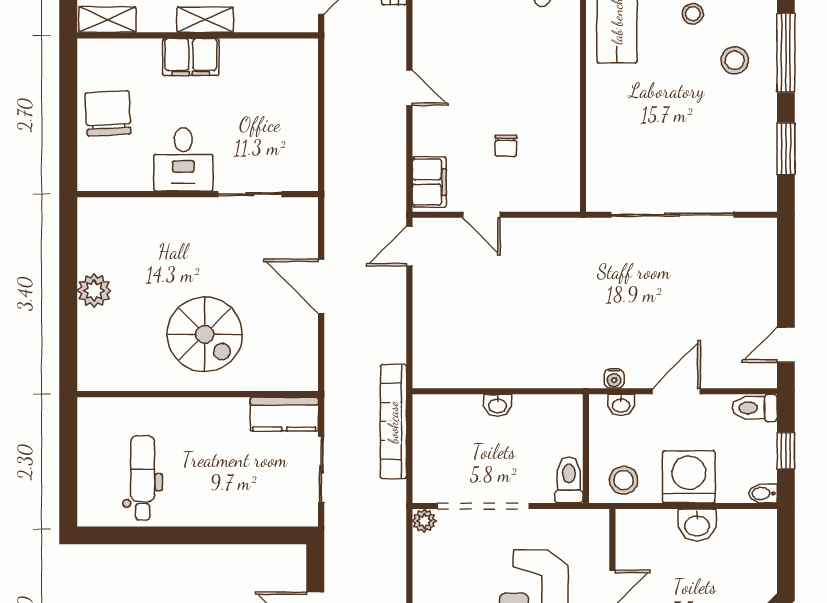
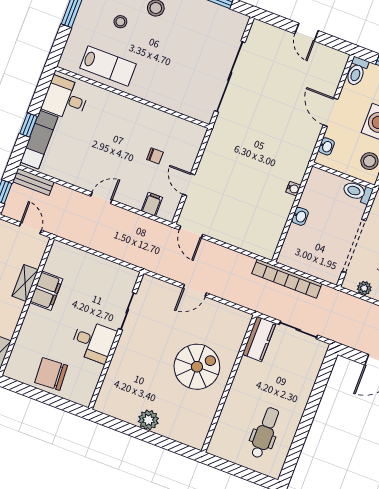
shelving: (205, 20) -> (25, 283), moved
filing cabinet: (191, 57) -> (46, 291), moved
filing cabinet: (429, 182) -> (152, 204), width x0.50
door: (481, 215) -> (189, 184), swing flipped
door: (321, 286) -> (195, 291), width x0.73
door: (786, 345) -> (307, 32), moved
water cooler: (614, 379) -> (293, 189), moved
dental chair: (143, 478) -> (265, 433), turned 90
plant: (424, 521) -> (364, 288), moved

